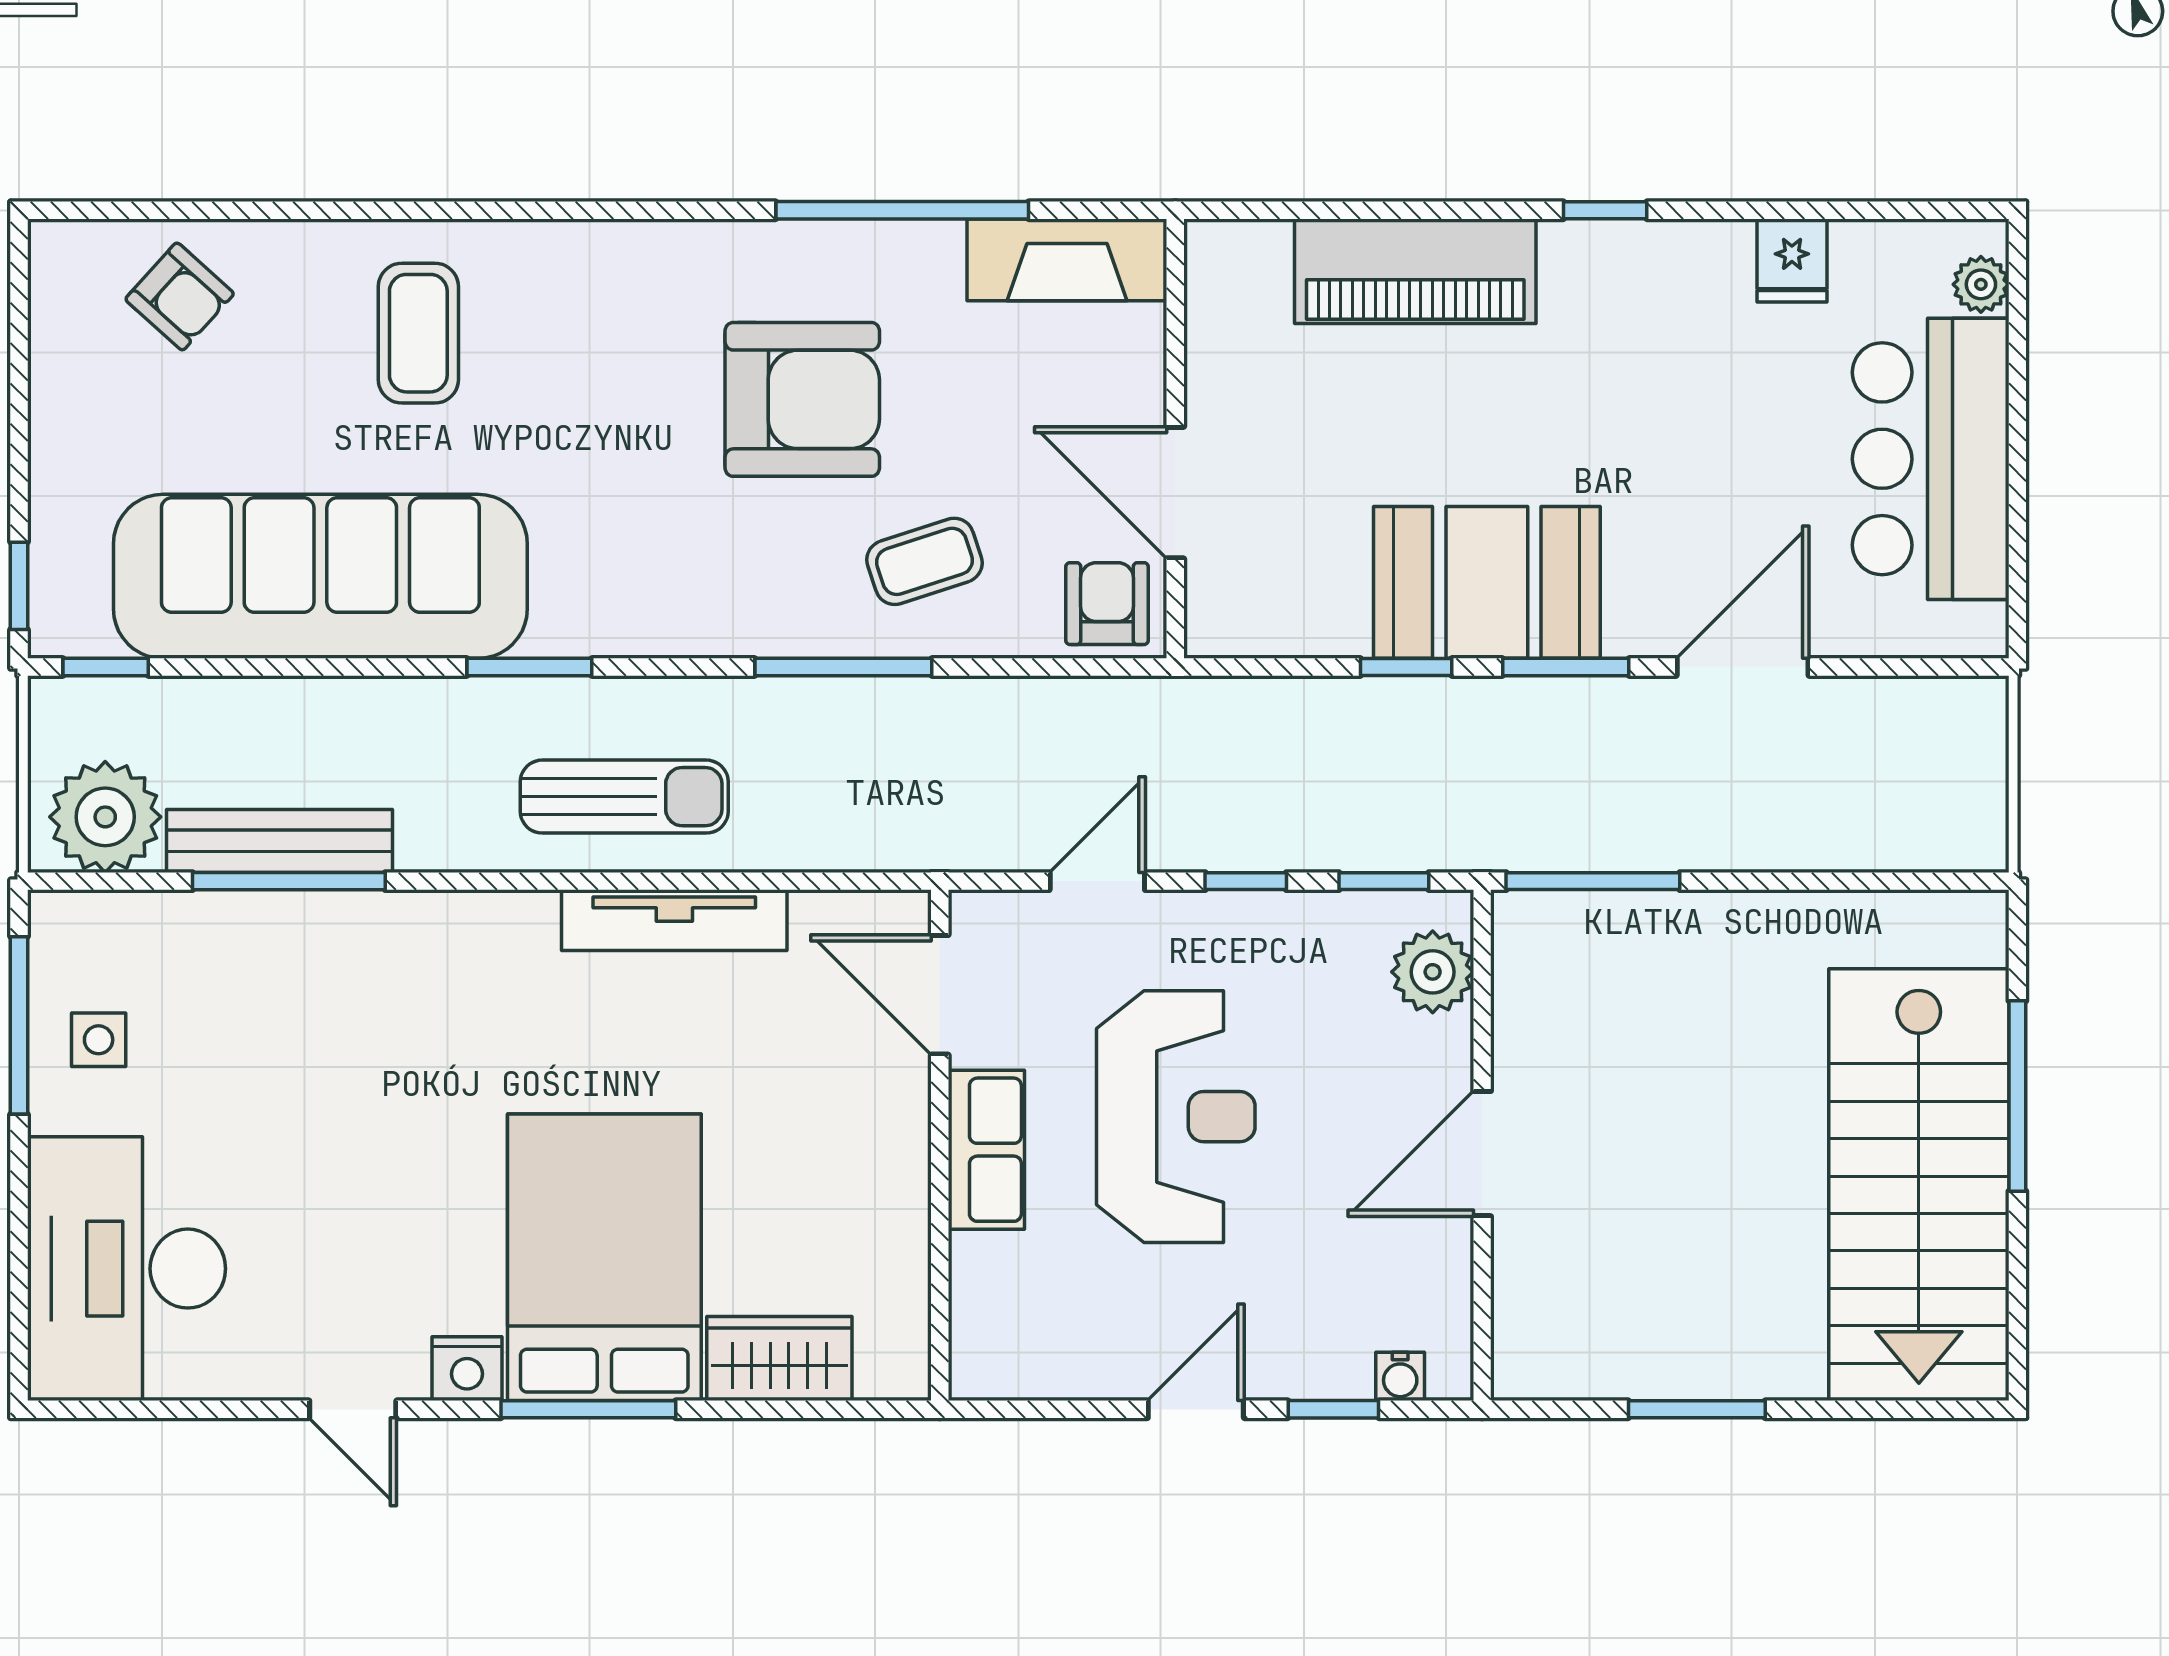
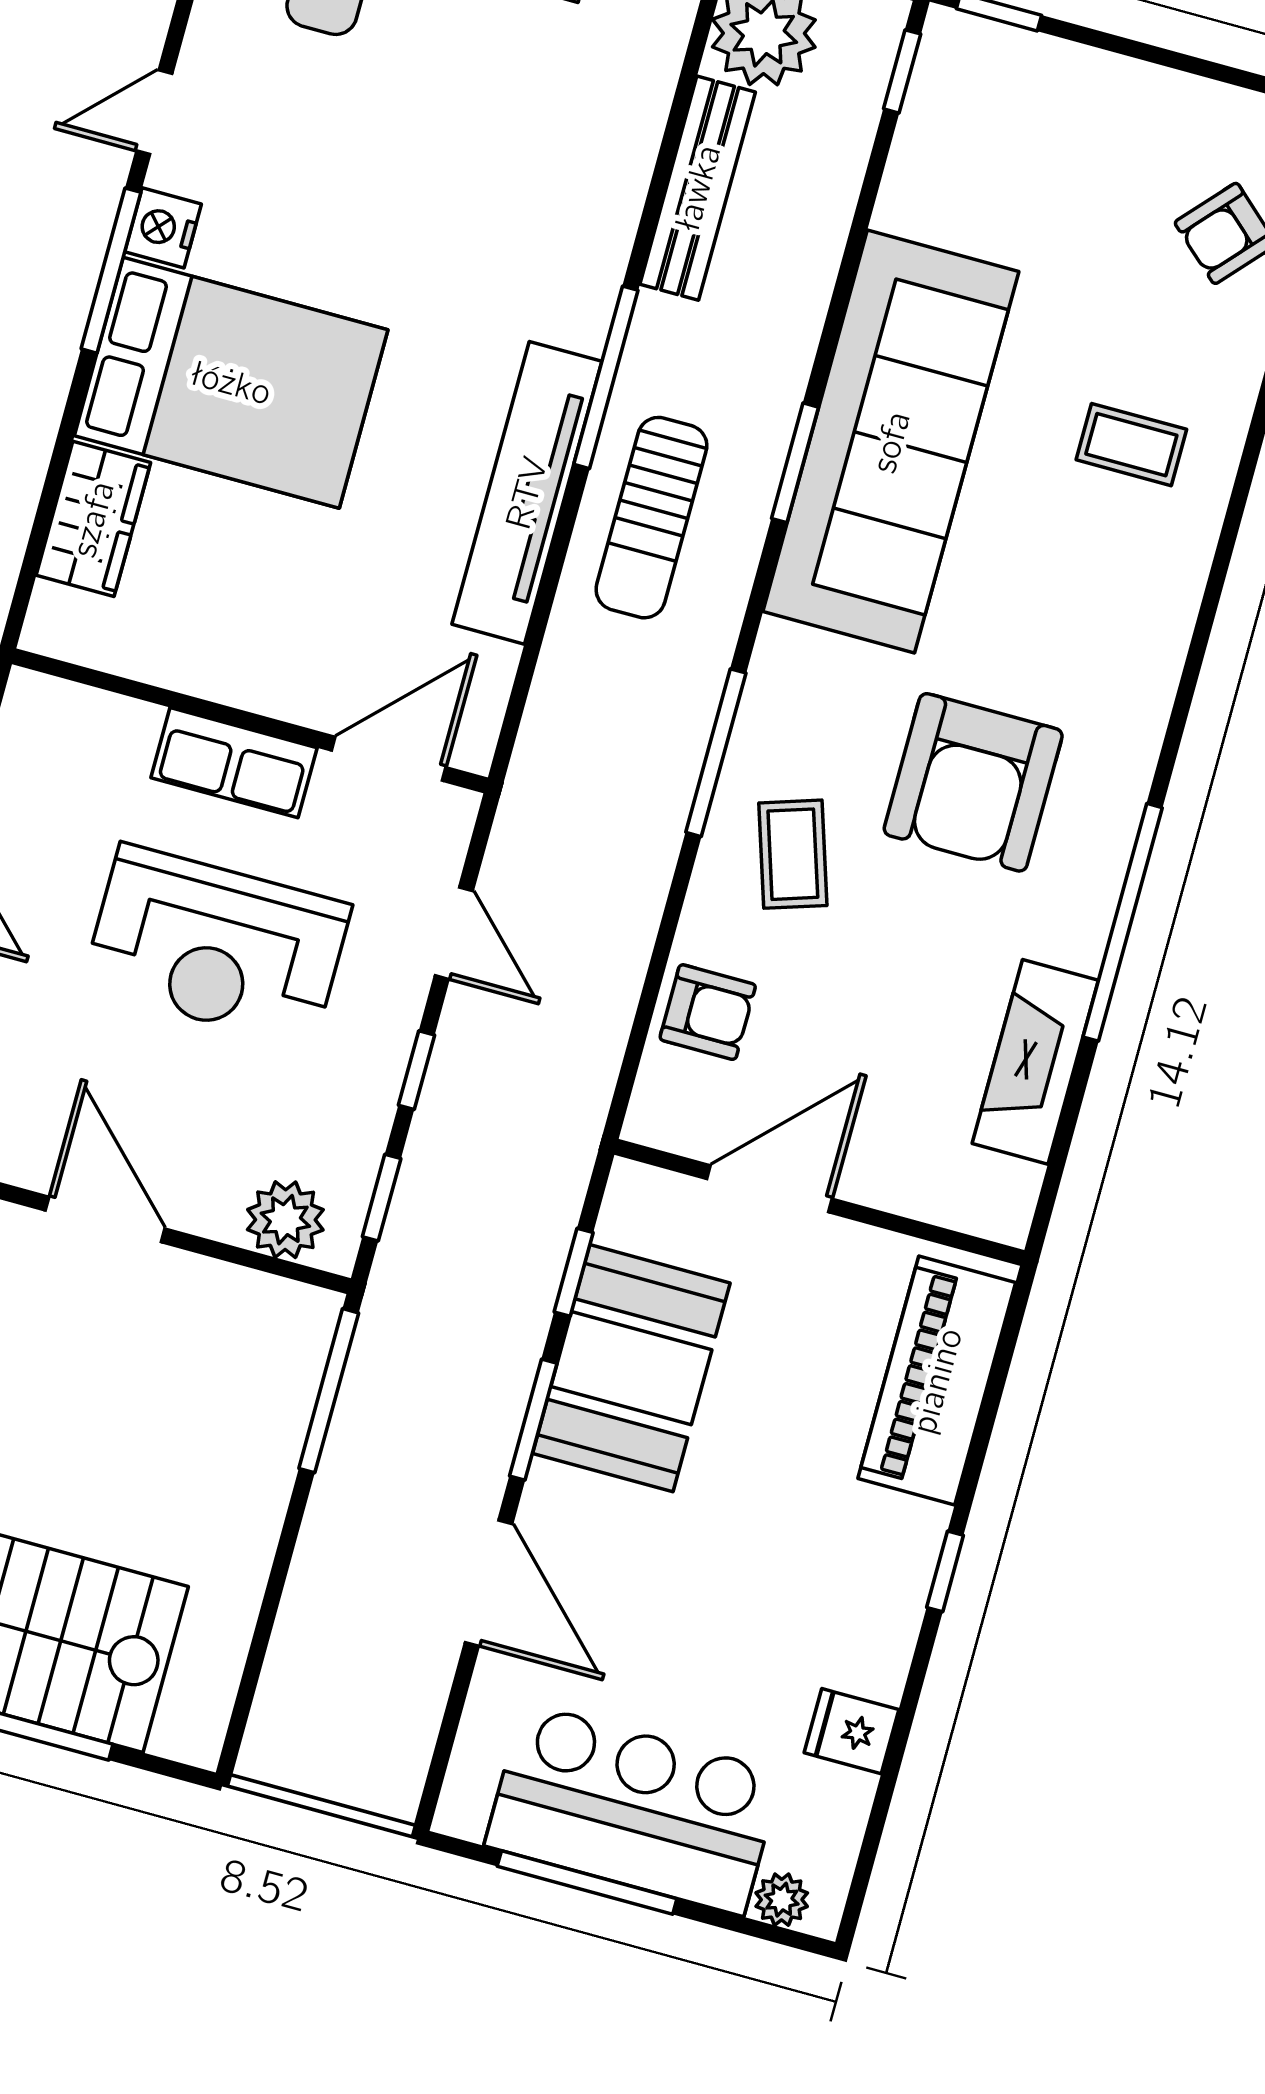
coffee table: (418, 333) -> (1131, 445), width x0.73, depth x0.77
wall: (1175, 439) -> (819, 1202), moved
window: (2017, 485) -> (587, 1883), added
door: (1175, 493) -> (770, 1189), moved
sofa: (320, 576) -> (891, 442), moved
window: (289, 881) -> (606, 377), moved
tv unit: (674, 920) -> (527, 493), width x1.36, depth x1.29
window: (588, 1409) -> (111, 271), moved

